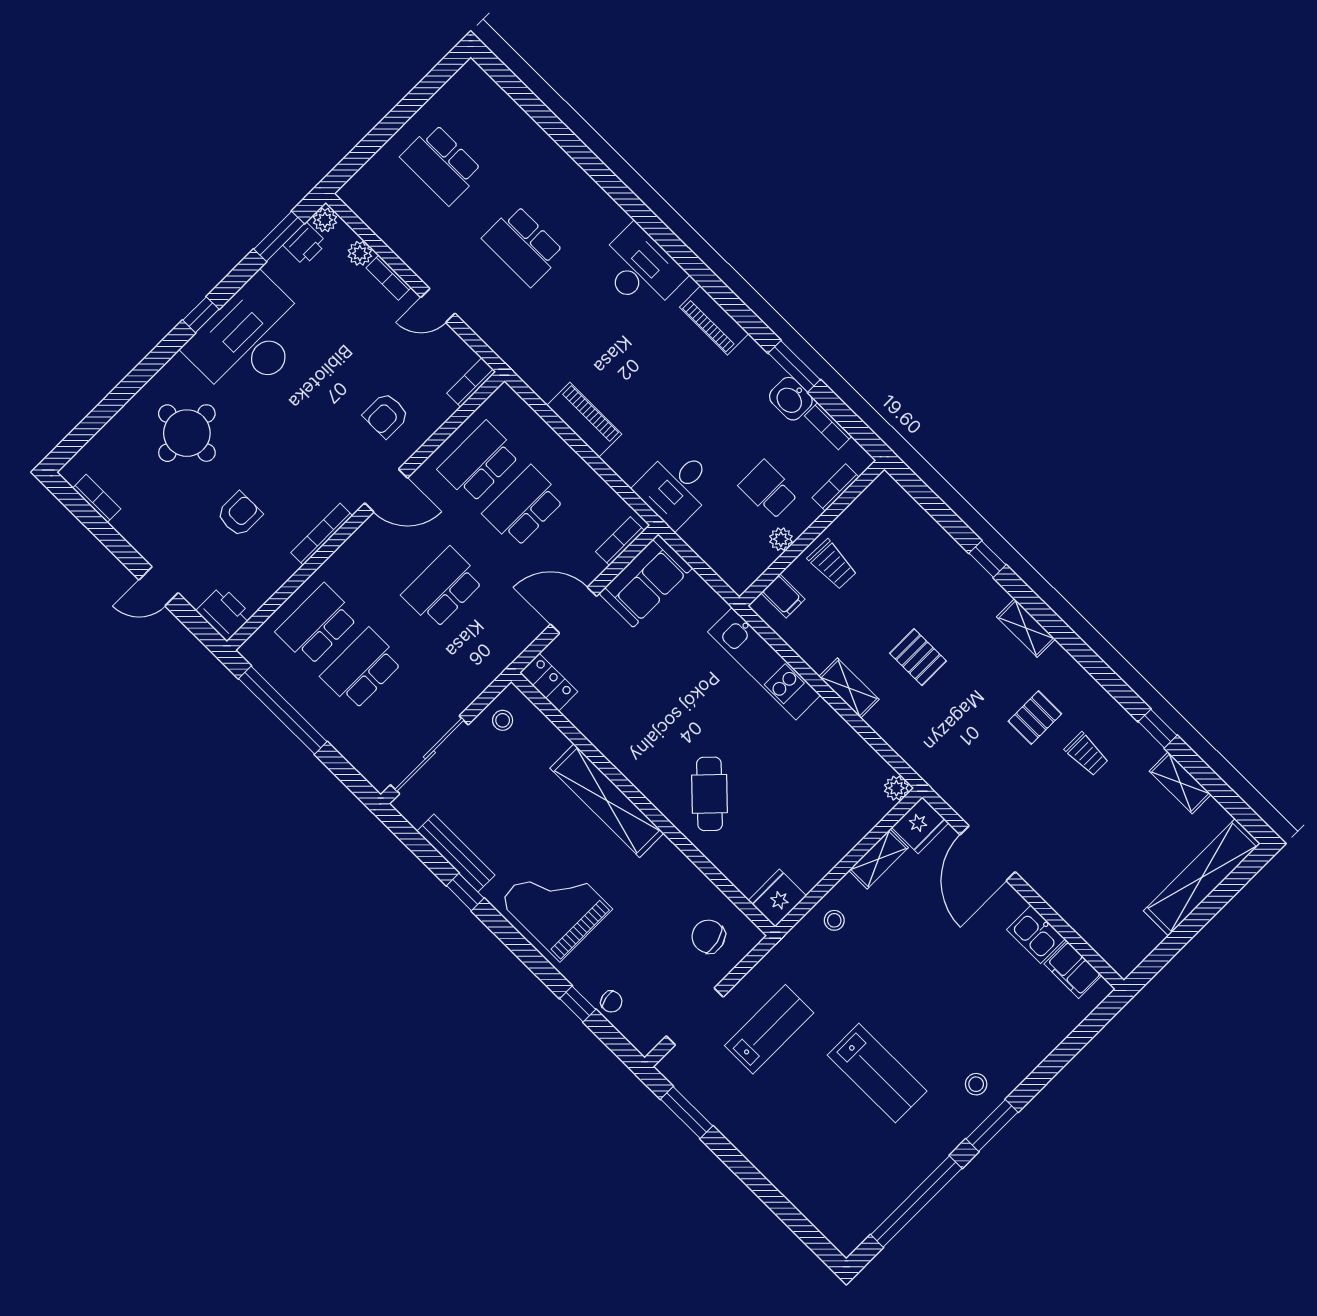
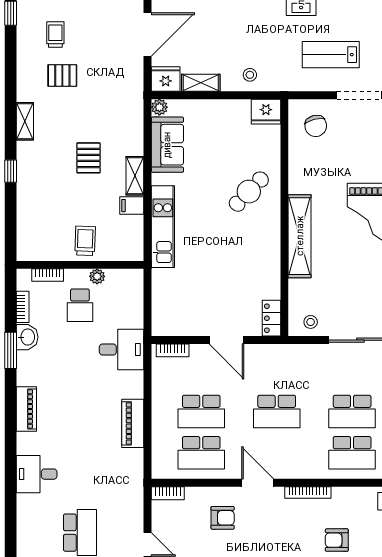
desk: (640, 269) -> (37, 474), width x0.73
sofa: (646, 581) -> (167, 145), moved, turned 90
filing cabinet: (783, 596) -> (132, 206), moved, turned -90

